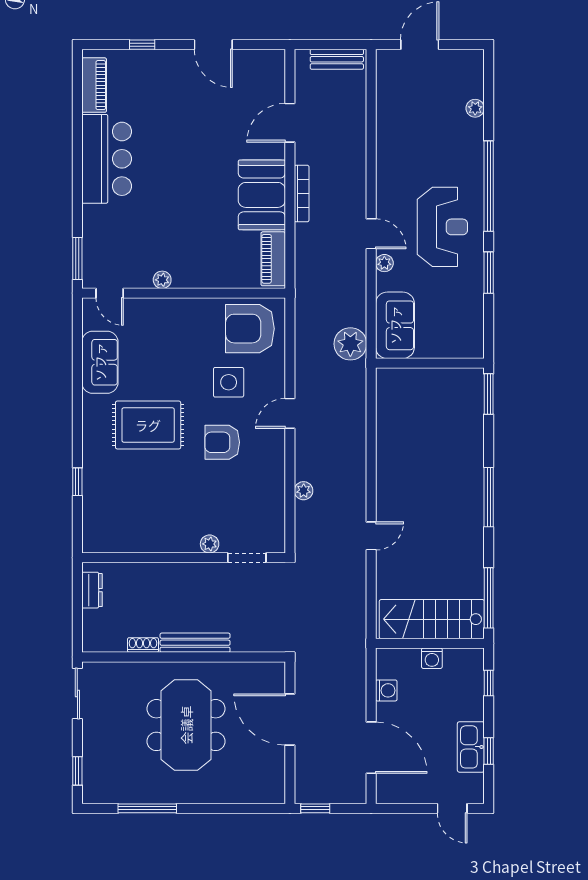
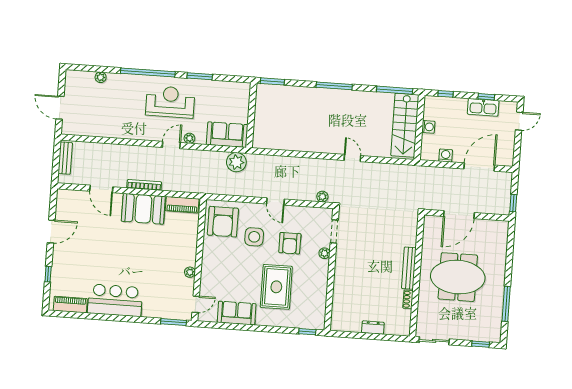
plant: (210, 544) -> (324, 253), moved
wall: (184, 558) -> (332, 269), moved
doorway: (247, 558) -> (334, 231), moved

